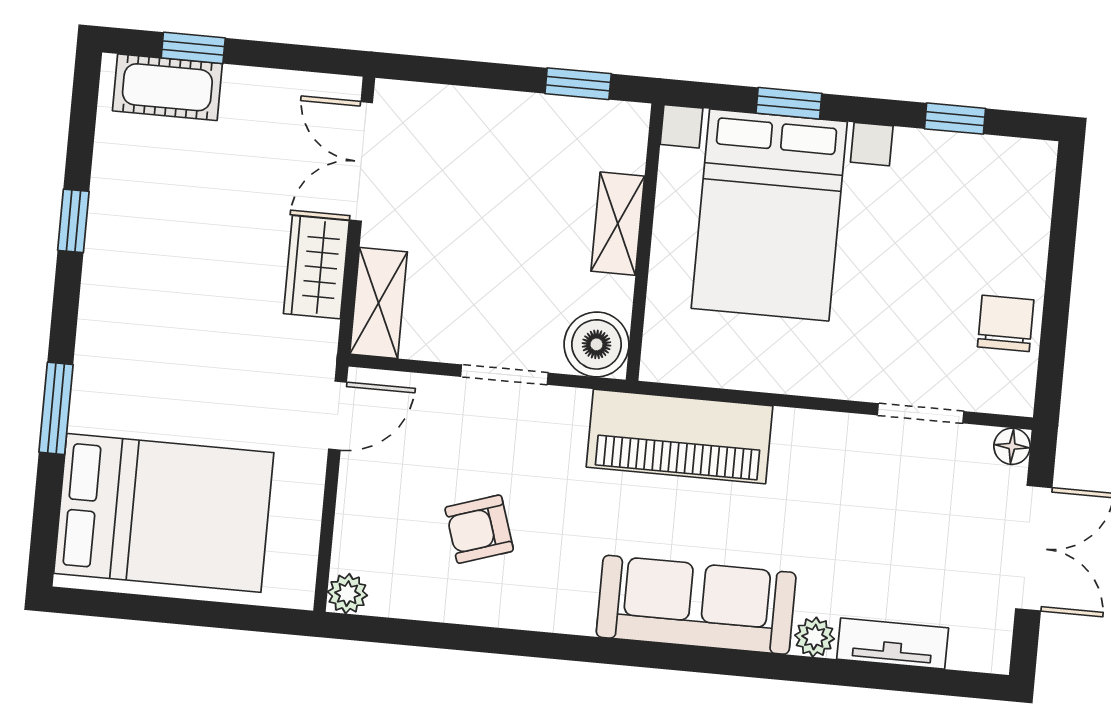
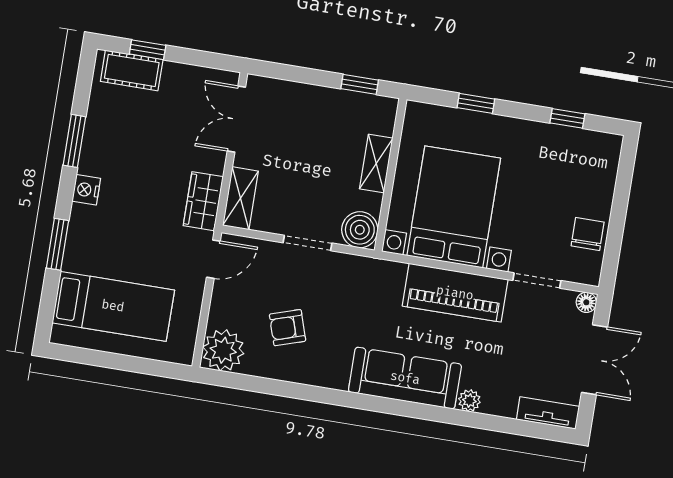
bed with nightstands: (769, 215) -> (454, 207), moved, turned 180
window: (73, 221) -> (74, 141), width x1.50
wardrobe: (316, 267) -> (203, 201), moved
nightstand: (101, 307) -> (86, 190), added
piano: (680, 436) -> (455, 293), moved
bed: (164, 513) -> (113, 306), width x0.67
plant: (347, 594) -> (223, 350), width x1.87, depth x1.87
tv unit: (893, 644) -> (548, 413), moved

